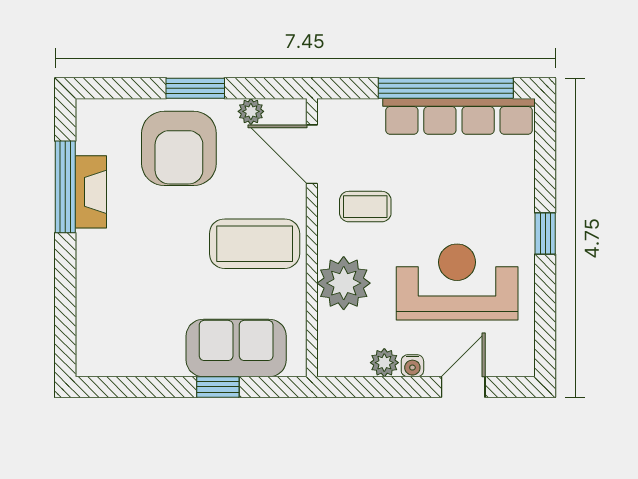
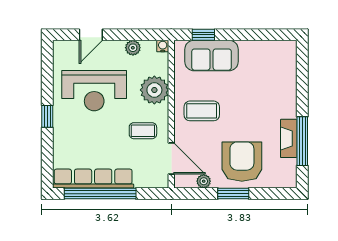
coffee table: (255, 244) -> (202, 111), width x0.73, depth x0.76
water cooler: (412, 366) -> (163, 46), moved
window: (218, 387) -> (203, 35), moved

